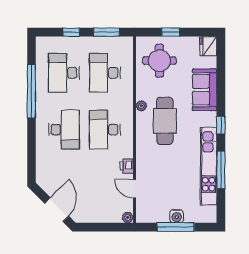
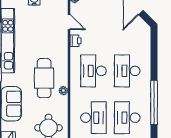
desk: (64, 73) -> (127, 118), turned 180
desk: (105, 130) -> (93, 71), turned 180

